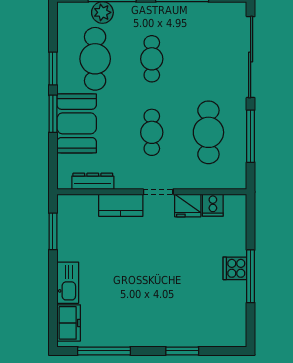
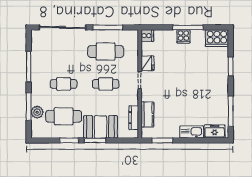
kitchen counter: (121, 205) -> (147, 114), moved
cooker: (213, 205) -> (147, 36), moved
cooker: (232, 327) -> (217, 38), added

